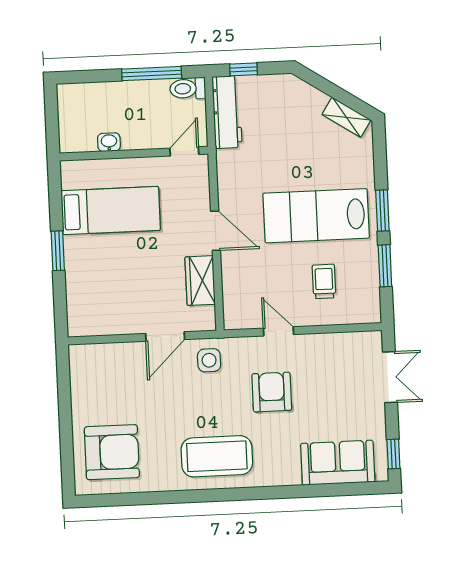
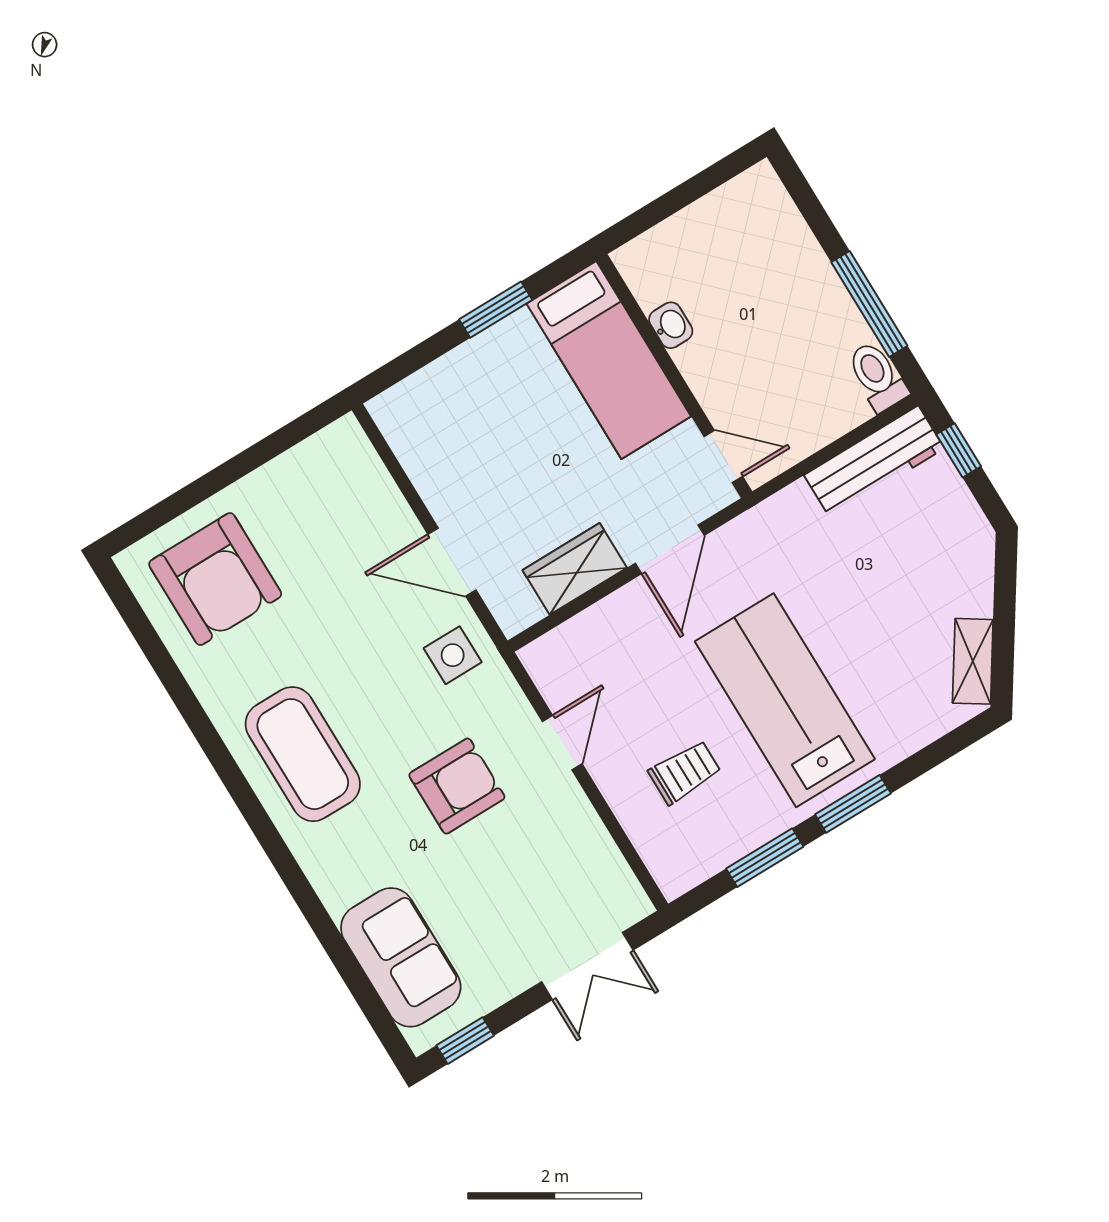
washbasin: (109, 142) -> (671, 325), moved
door: (184, 151) -> (723, 457), moved
wall: (134, 154) -> (674, 376), moved

